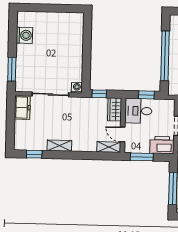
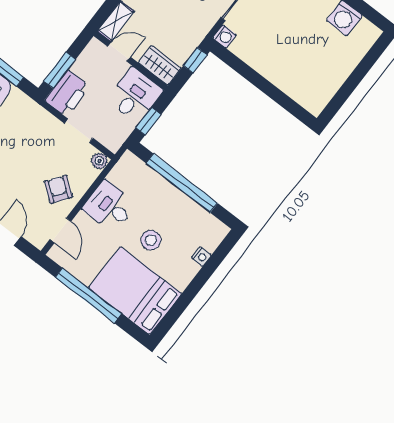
window: (142, 157) -> (60, 70), moved

